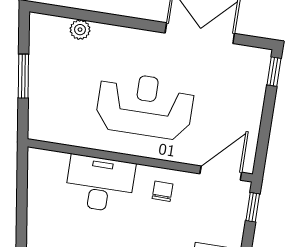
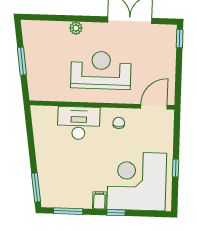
plant: (80, 30) -> (76, 28), moved
window: (253, 207) -> (177, 126), removed

